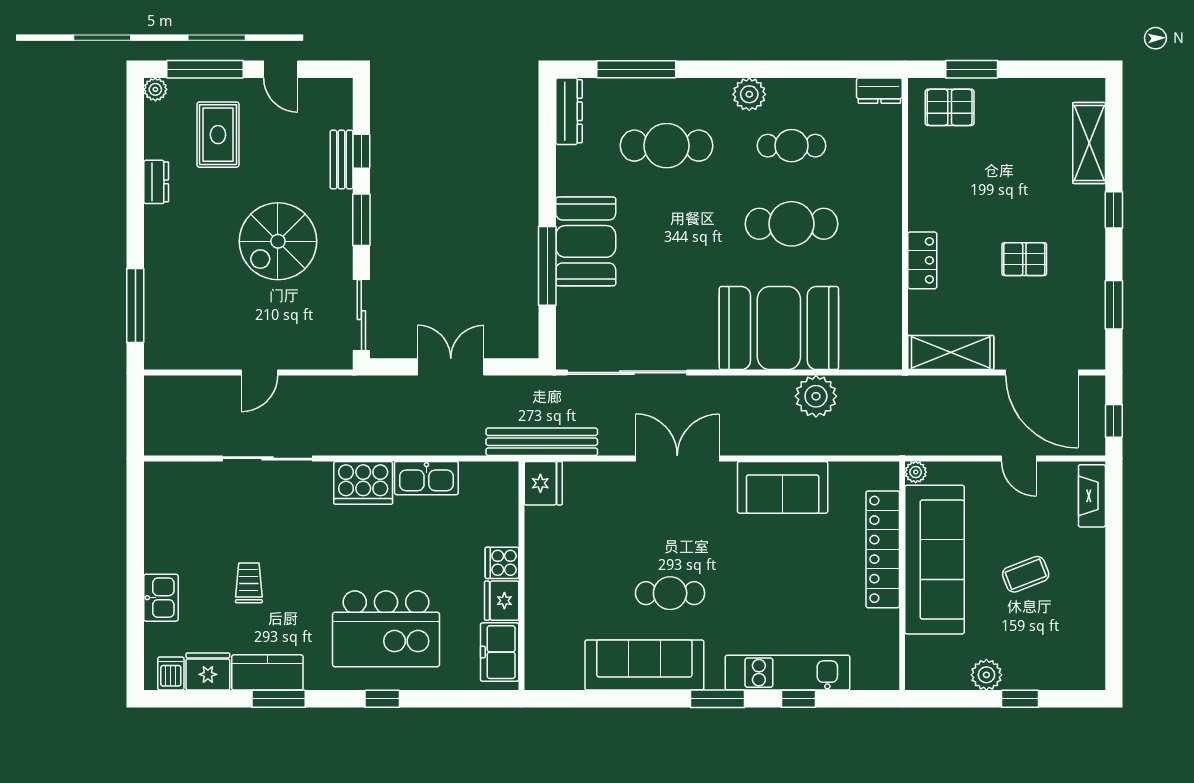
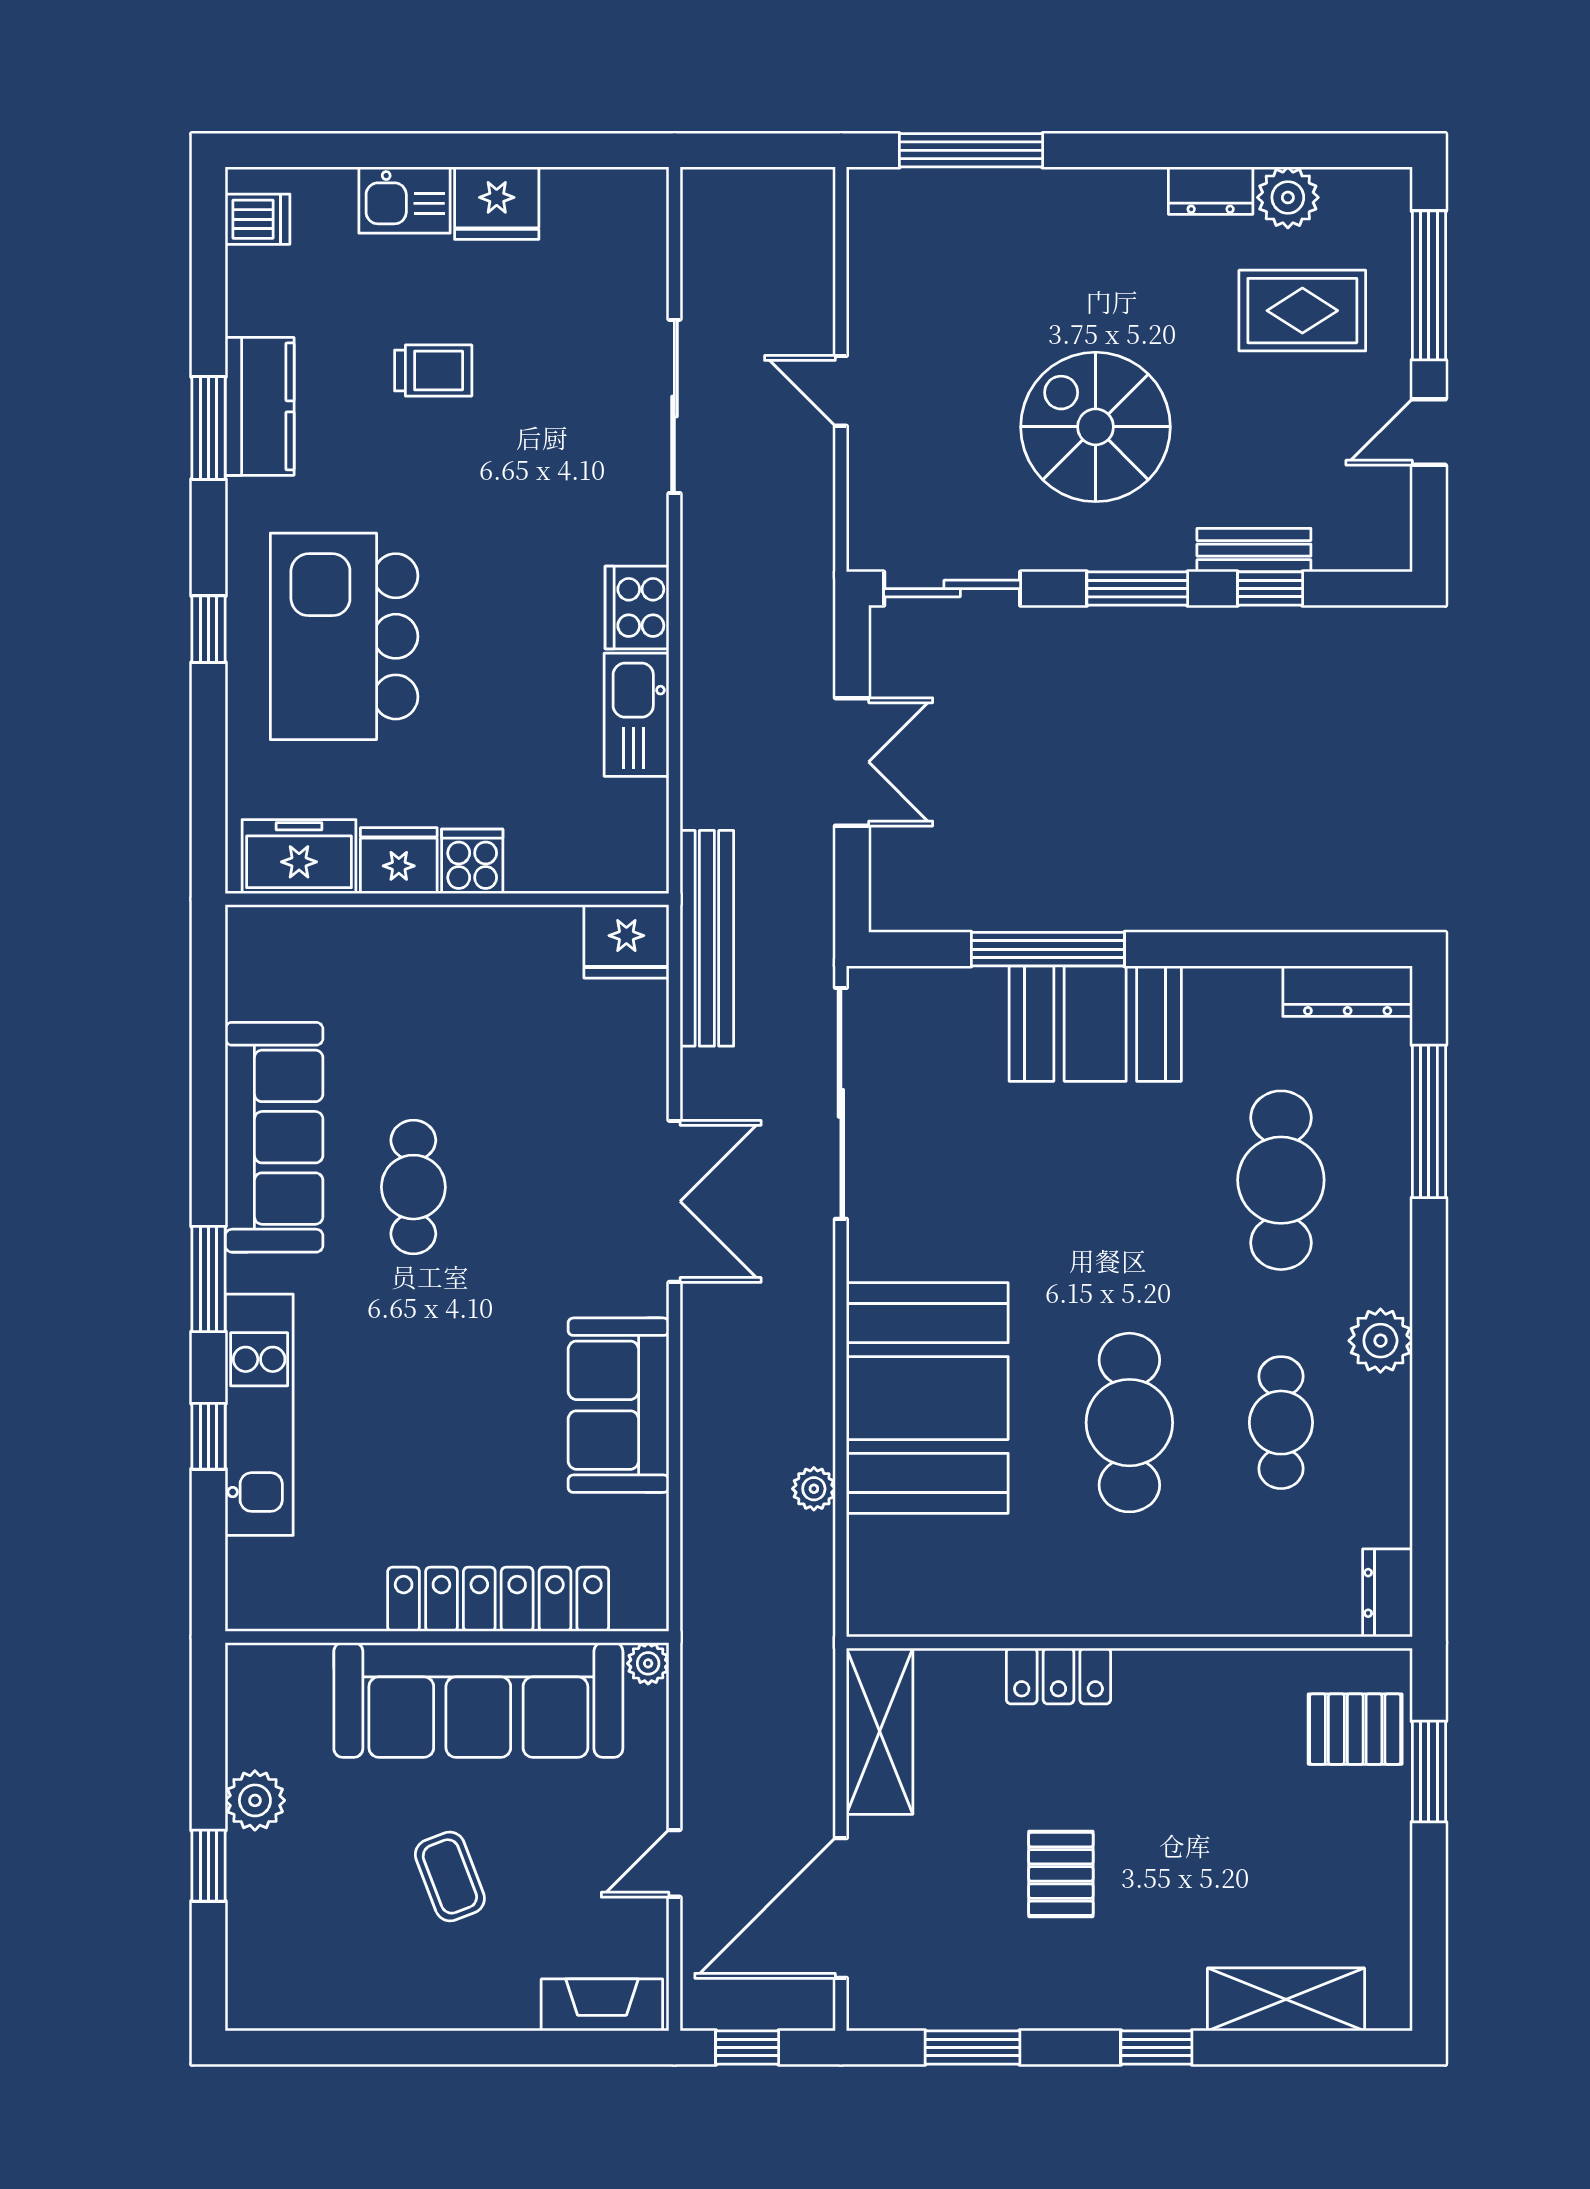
plant: (155, 89) -> (1288, 197), moved, width x1.38, depth x1.38
pallet: (950, 107) -> (1355, 1729), turned 90
plant: (816, 396) -> (814, 1489), width x0.53, depth x0.53
cooker: (363, 483) -> (637, 607), width x0.73, depth x0.76
fridge: (208, 671) -> (497, 203), moved, turned 90

